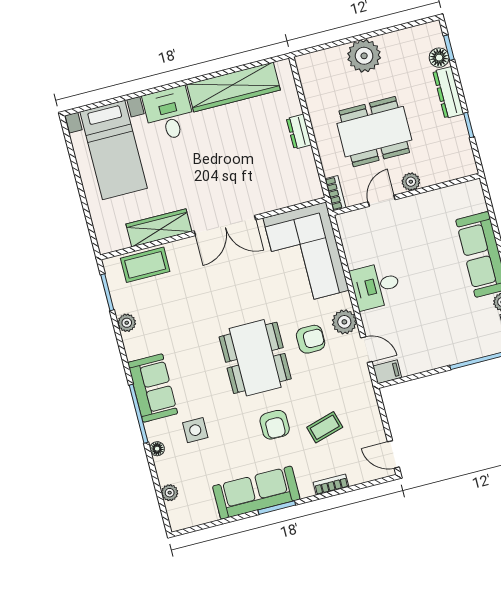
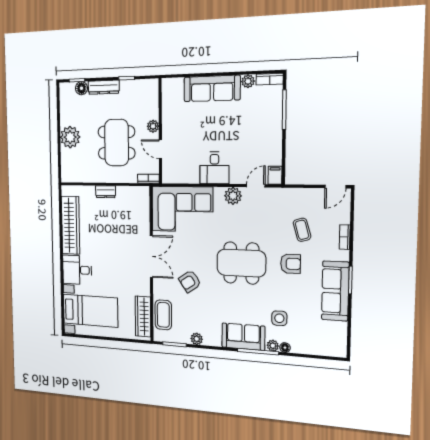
wardrobe: (159, 228) -> (143, 317), moved
armchair: (311, 339) -> (190, 281), moved, turned -124
plant: (170, 493) -> (273, 346), moved

